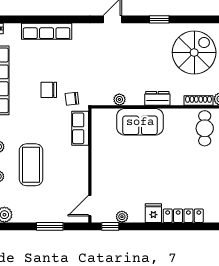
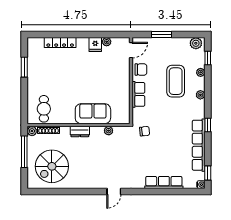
window: (159, 19) -> (78, 191), removed
chair: (49, 90) -> (141, 70), moved
row of seats: (80, 128) -> (138, 94), moved
fridge: (153, 213) -> (95, 44), moved
window: (110, 226) -> (116, 34), removed

